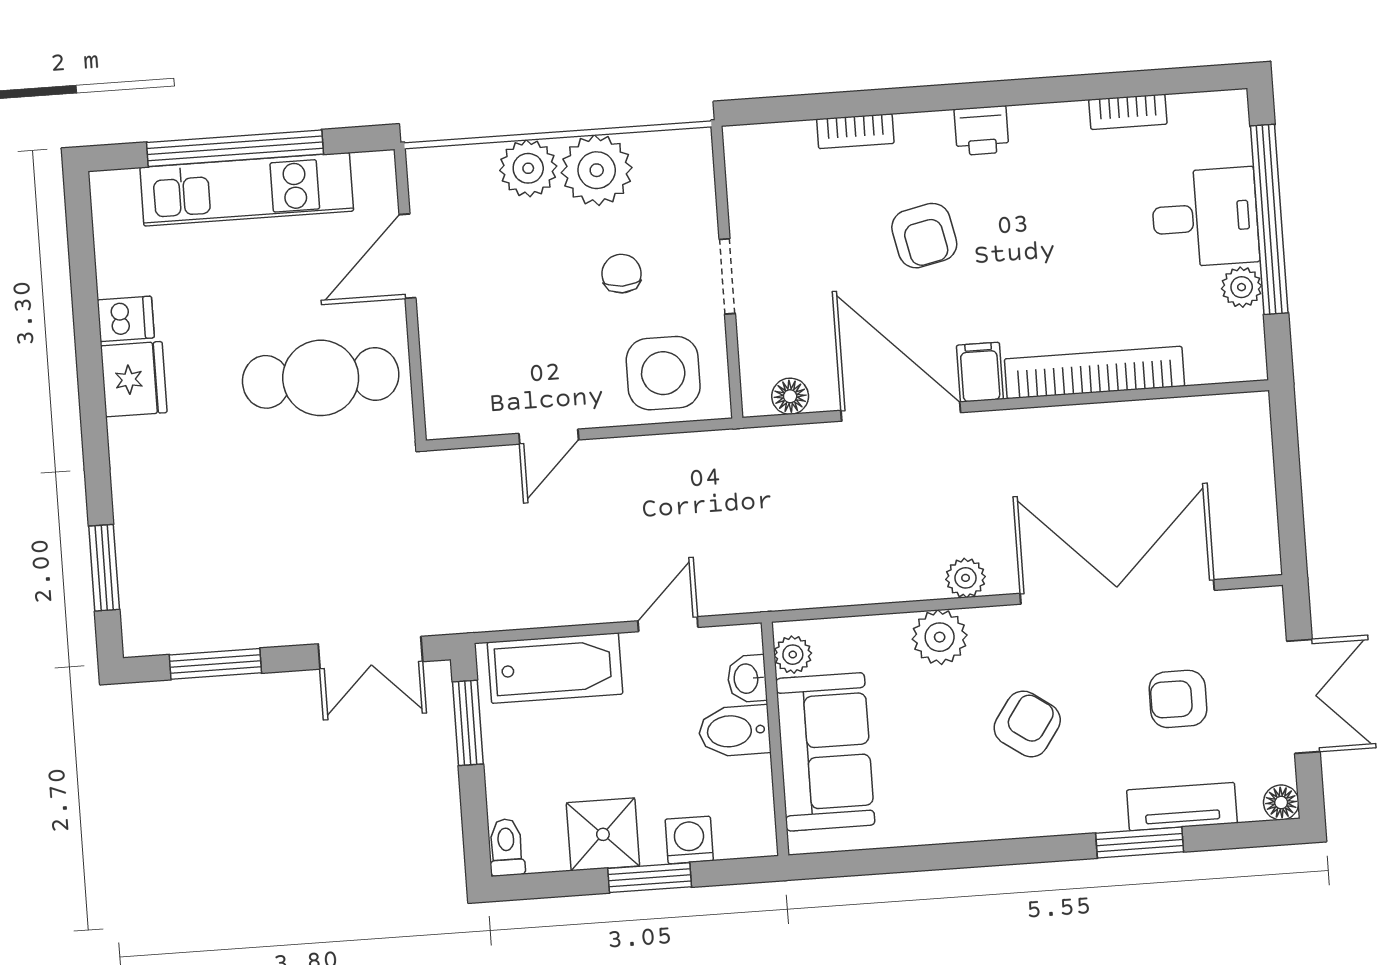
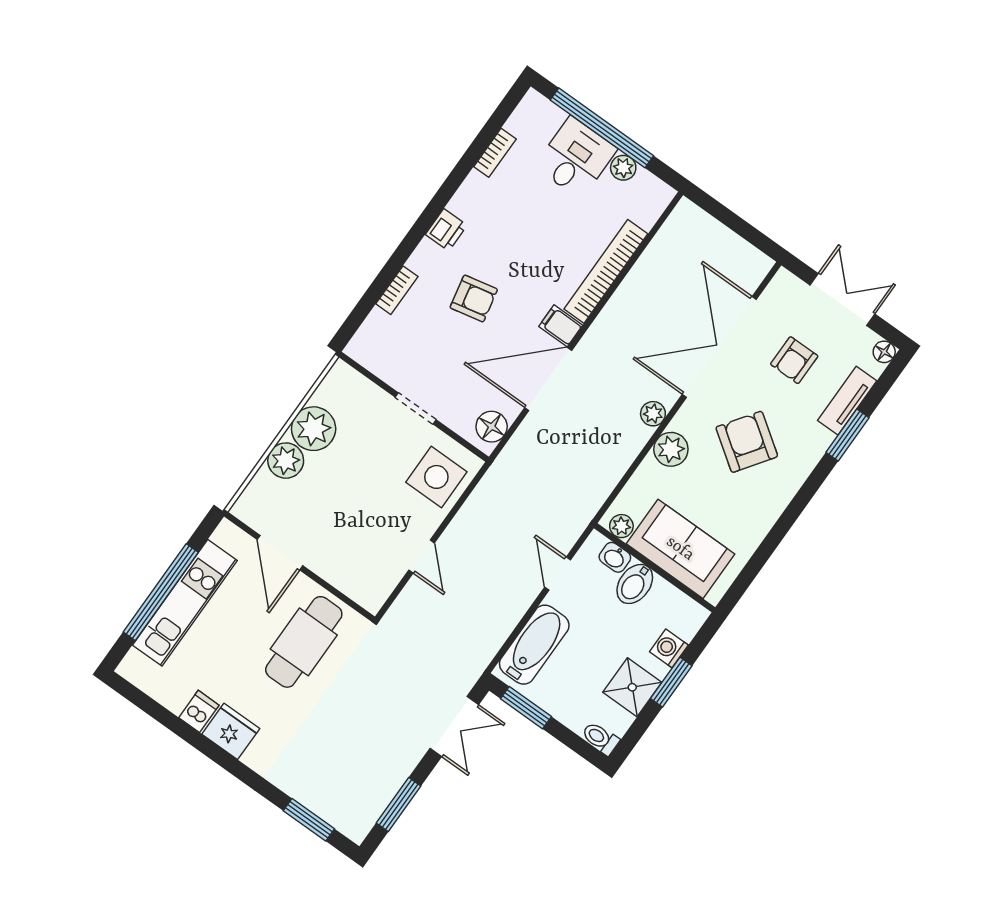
chair: (621, 274) -> (373, 458), removed
floor lamp: (790, 396) -> (492, 427), width x1.37, depth x1.37
armchair: (1027, 724) -> (747, 442), width x1.38, depth x1.38

